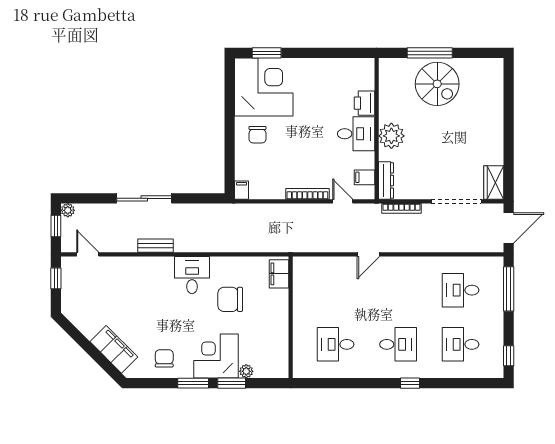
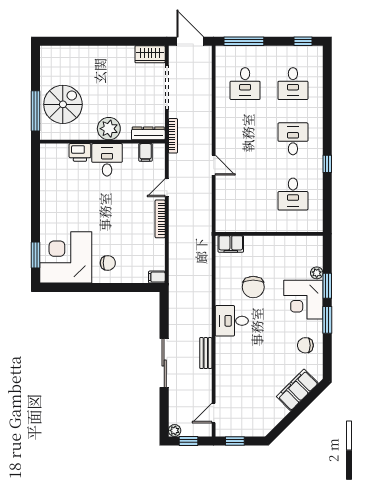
printer: (364, 103) -> (80, 152), moved
wall: (377, 129) -> (102, 142), moved
desk: (356, 134) -> (107, 160), moved
plant: (391, 136) -> (109, 129), moved
filing cabinet: (364, 177) -> (145, 152), moved
dresser: (386, 181) -> (148, 133), moved
window: (410, 383) -> (327, 164), moved

